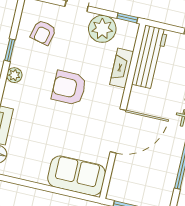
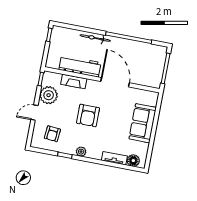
armchair: (43, 32) -> (52, 134), turned 82
workbench: (150, 57) -> (80, 66), moved
sofa: (77, 176) -> (143, 123), moved

